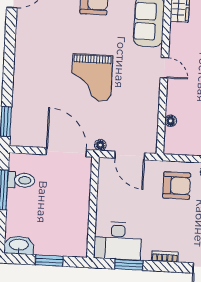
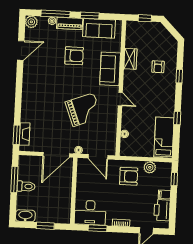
grand piano: (92, 78) -> (83, 110), moved, turned -111
fireplace: (18, 120) -> (25, 134), added
door: (66, 152) -> (56, 155), swing flipped
toilet: (21, 180) -> (26, 186), moved

